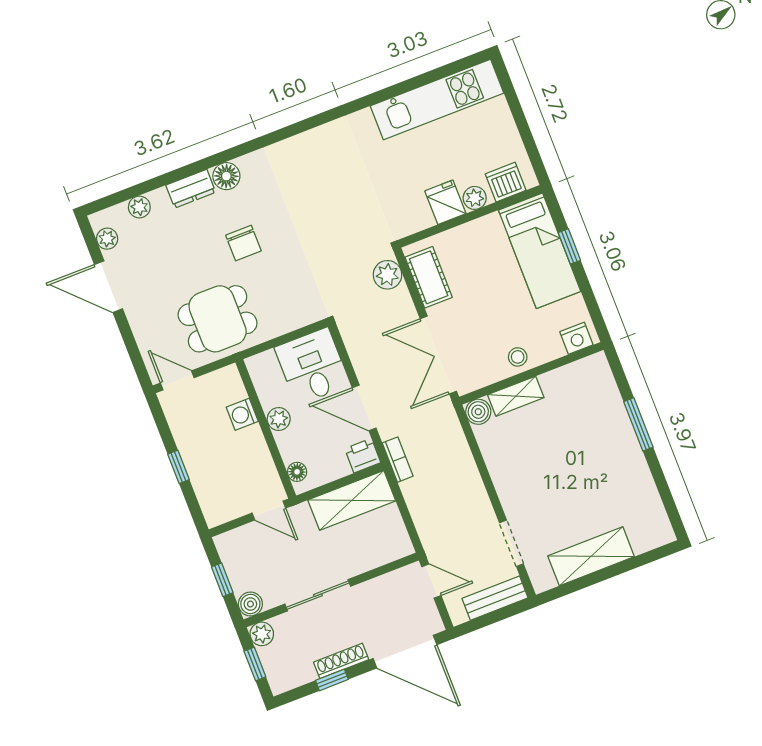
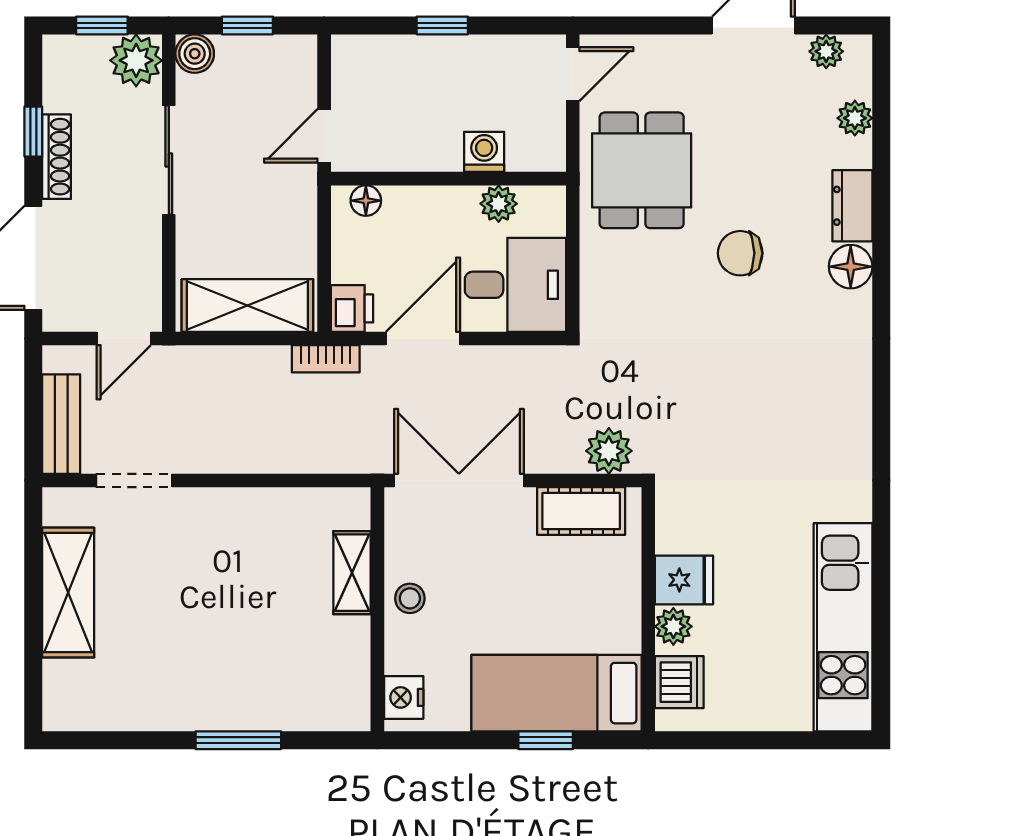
boiler: (478, 412) -> (351, 507), removed
plant: (279, 419) -> (499, 204), moved
shelving: (352, 500) -> (247, 305), moved, turned 90
plant: (262, 634) -> (136, 60), width x1.38, depth x1.38

